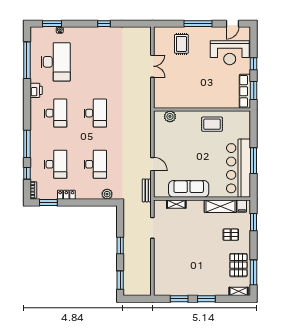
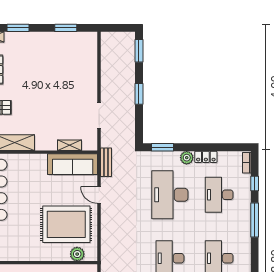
rug: (212, 124) -> (66, 224), moved, width x1.86, depth x2.06
desk: (95, 164) -> (170, 195), width x1.36, depth x1.30
sofa: (189, 189) -> (73, 164), moved
plant: (107, 194) -> (187, 158), moved
window: (48, 203) -> (163, 147), moved
window: (206, 299) -> (18, 28), moved

